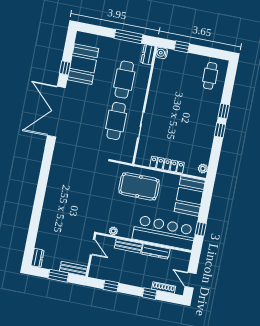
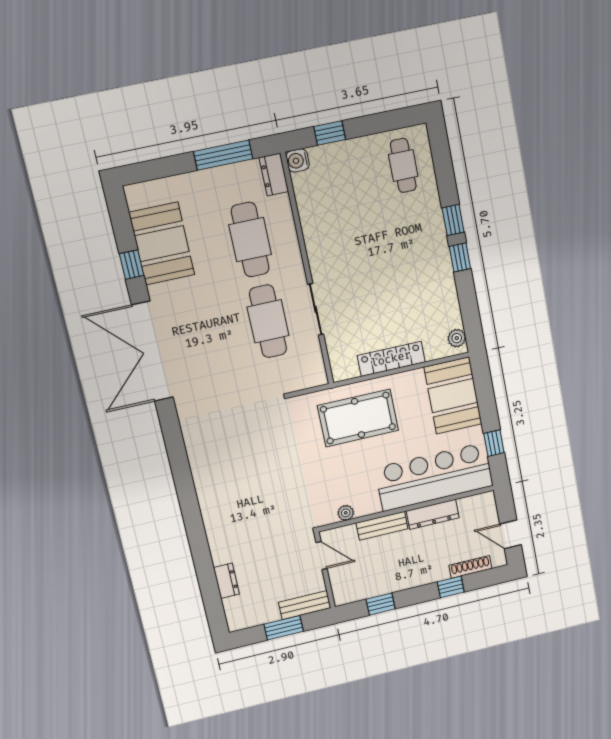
dresser: (38, 258) -> (226, 581), moved

